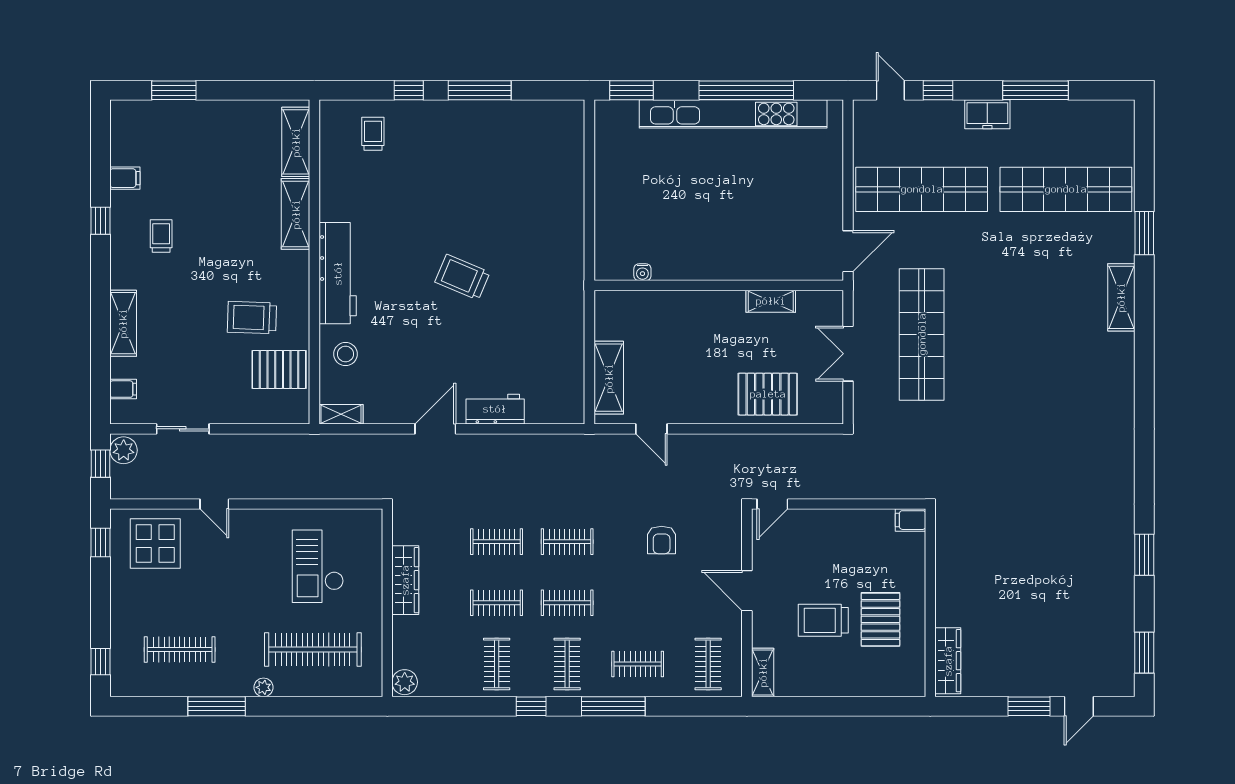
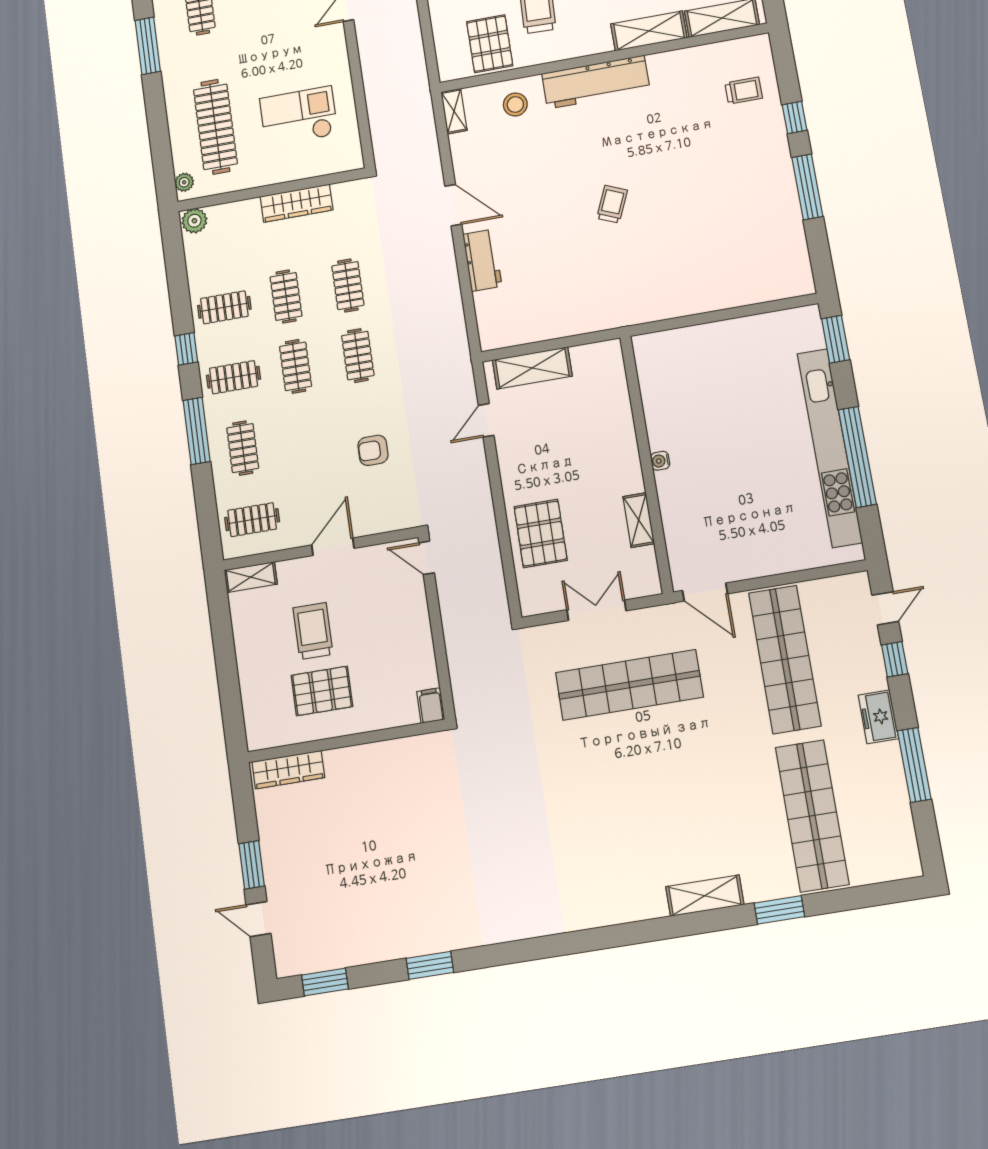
water cooler: (642, 272) -> (660, 461), moved
trolley: (462, 277) -> (612, 204), width x0.73, depth x0.72
plant: (263, 687) -> (184, 182), moved

